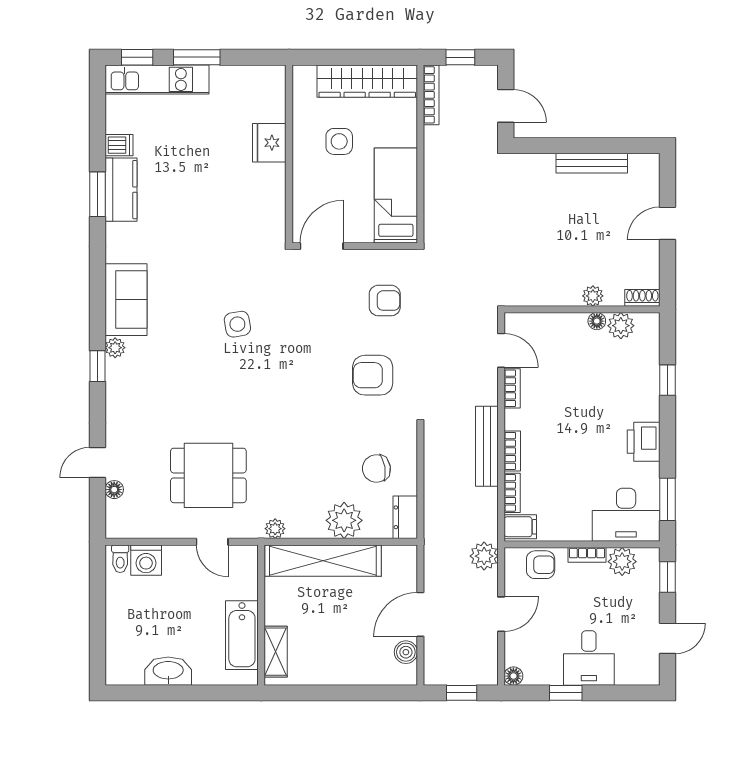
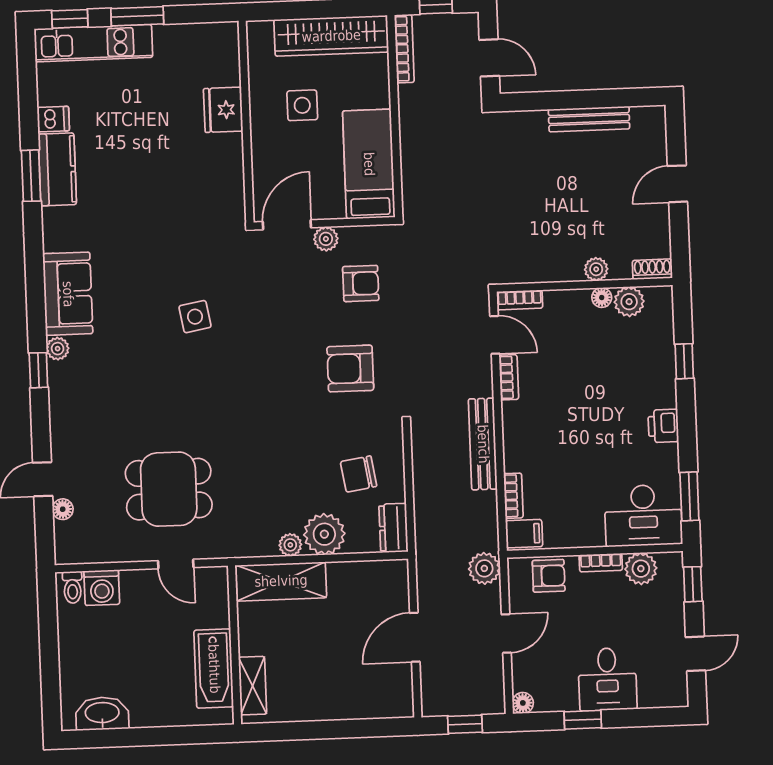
plant: (355, 260) -> (326, 239), added
printer: (644, 442) -> (663, 426), width x0.73, depth x0.81
bookcase: (512, 451) -> (520, 300), moved, turned 90
plant: (275, 529) -> (290, 545), moved
shelving: (323, 561) -> (281, 581), width x0.68
boiler: (406, 652) -> (400, 681), removed
washbasin: (168, 671) -> (102, 713), moved

